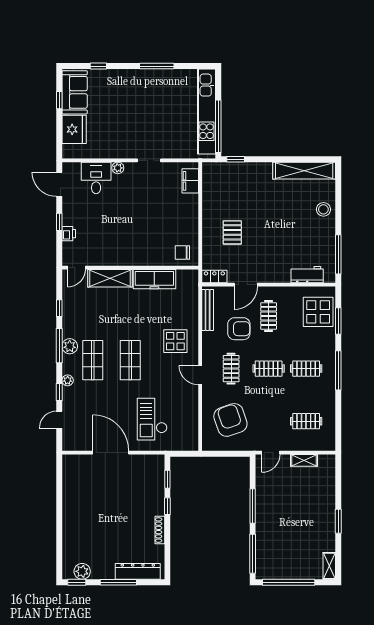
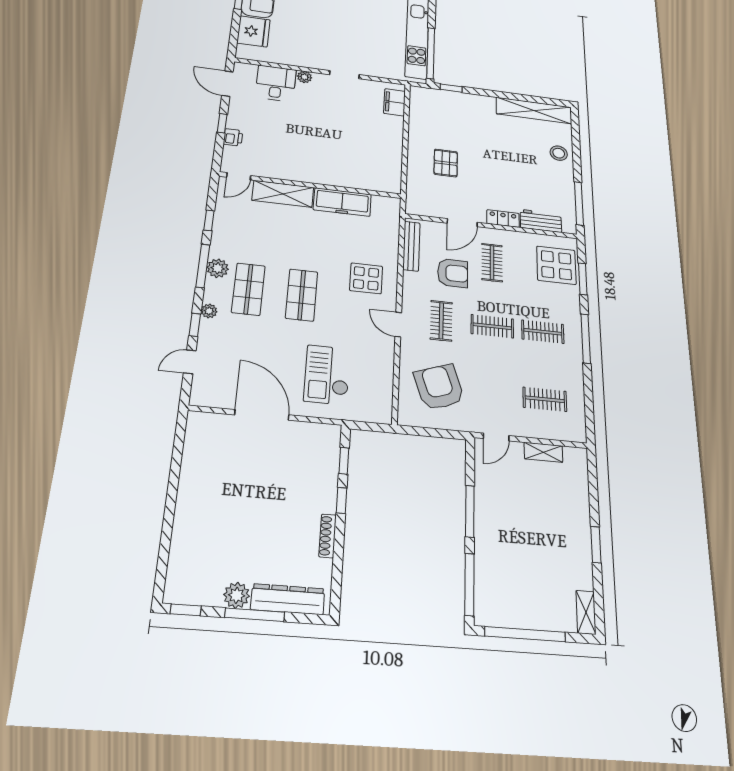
chair: (182, 252) -> (381, 177), removed
locker: (214, 277) -> (503, 219), moved
plant: (82, 571) -> (237, 595), moved

